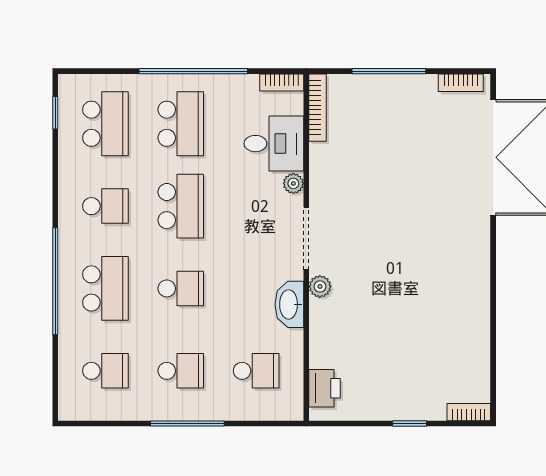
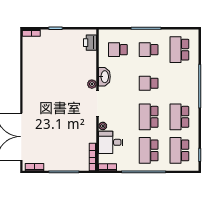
school desk: (105, 206) -> (179, 117), width x1.85
school desk: (105, 288) -> (179, 83), removed
school desk: (105, 371) -> (179, 50), width x1.85

